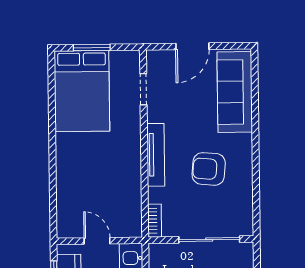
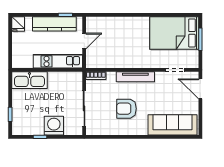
door: (192, 46) -> (200, 89), moved
armchair: (209, 169) -> (126, 109), turned -95

